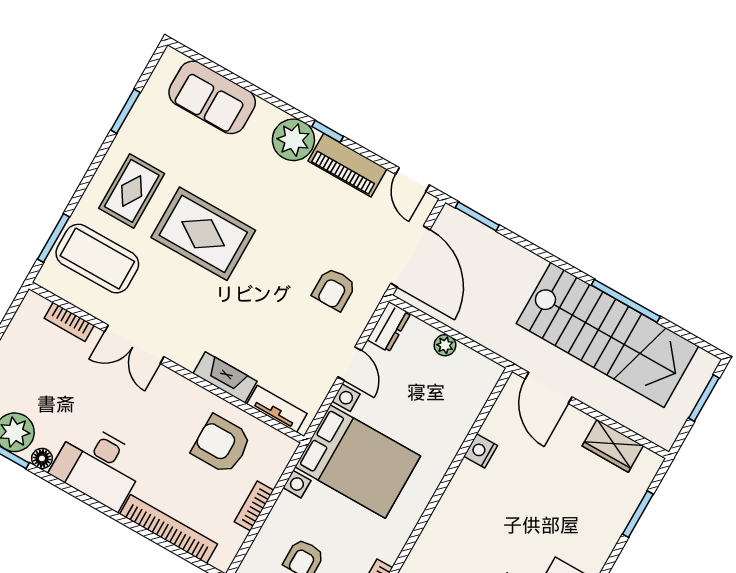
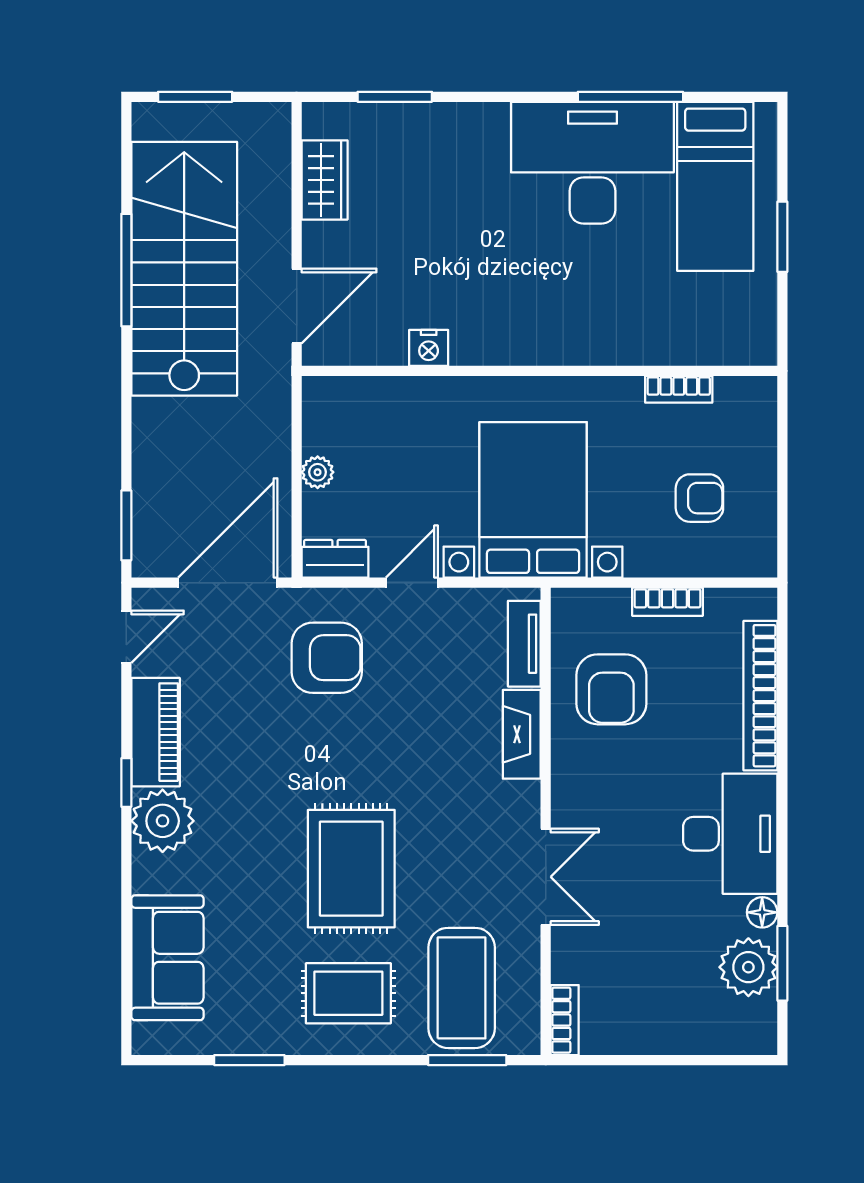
armchair: (334, 289) -> (327, 658), width x1.38, depth x1.38
bookcase: (69, 322) -> (565, 1020), moved

